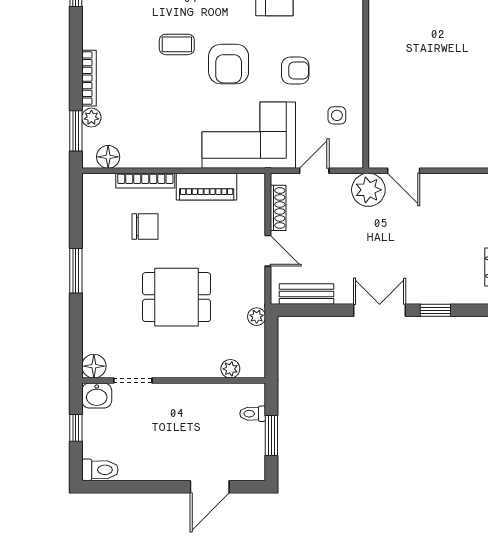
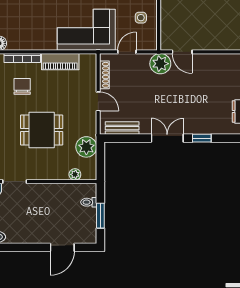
chair: (145, 227) -> (22, 86), turned -90
plant: (257, 317) -> (86, 147), width x1.88, depth x1.88

